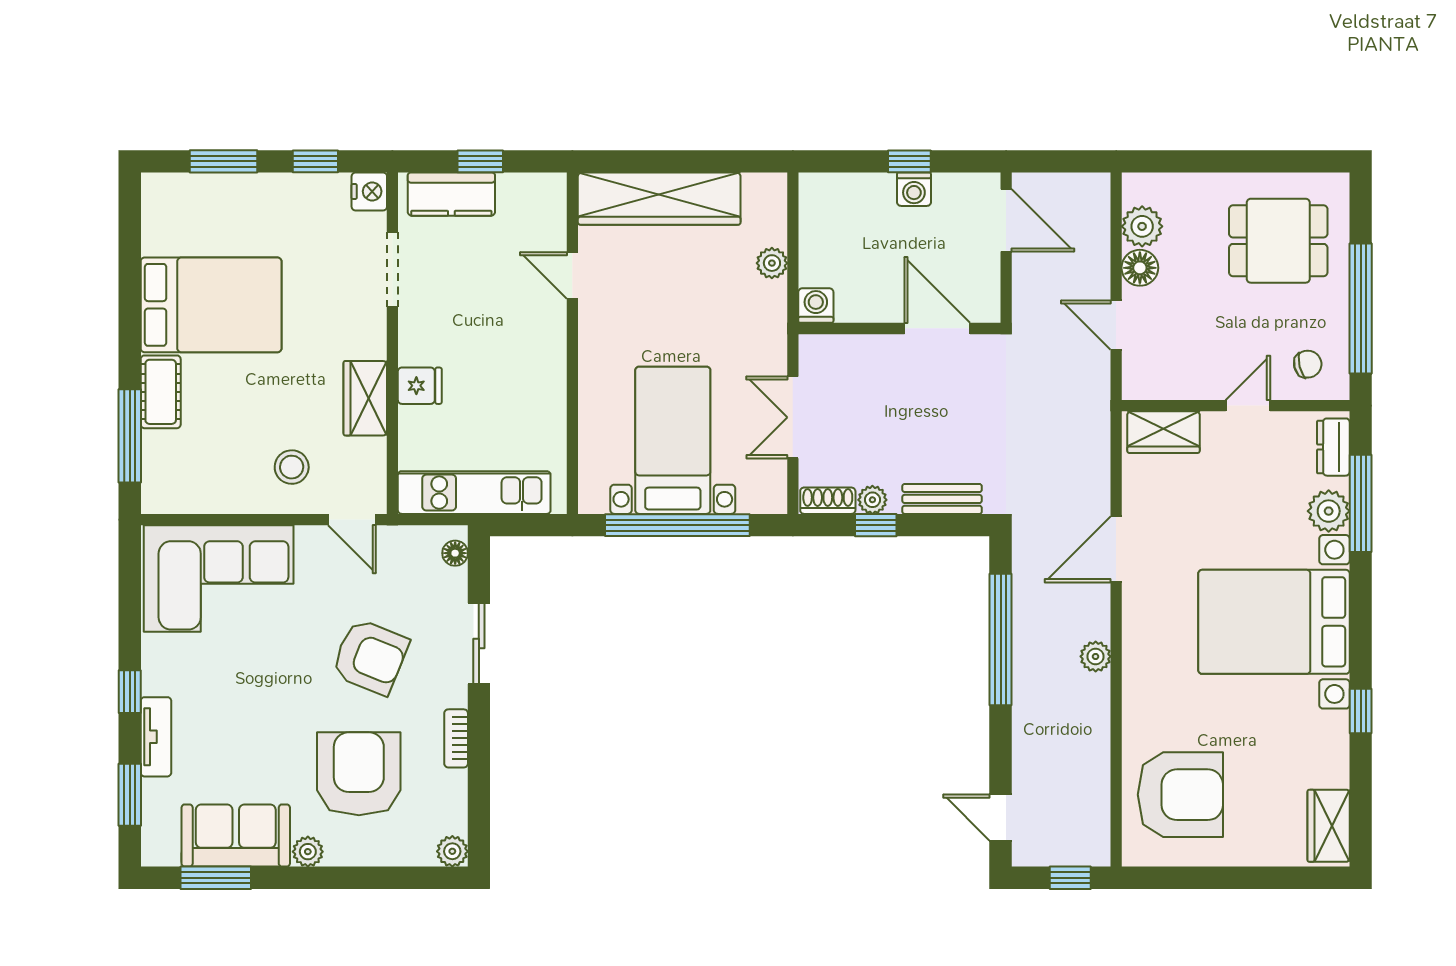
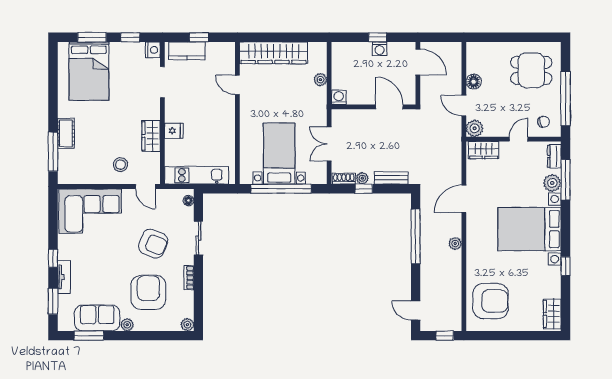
plant: (1142, 226) -> (475, 128), moved
bed: (211, 305) -> (89, 71), moved, turned 90

